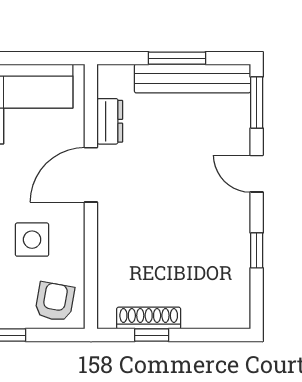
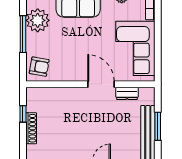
side table: (32, 240) -> (69, 56), removed
shoe rack: (149, 318) -> (31, 128), moved

